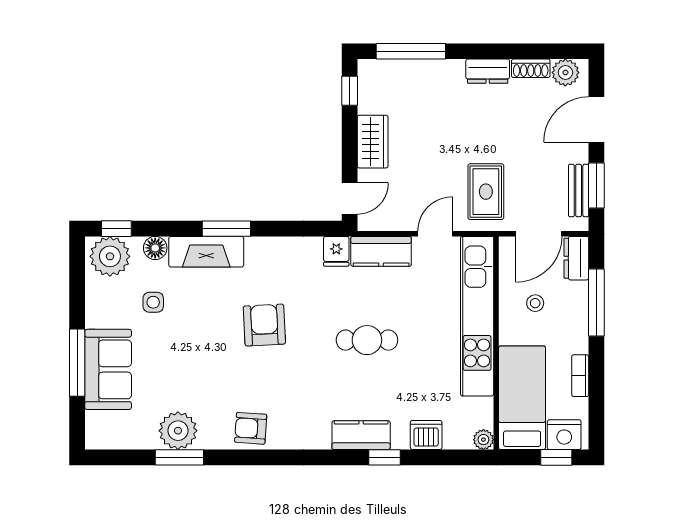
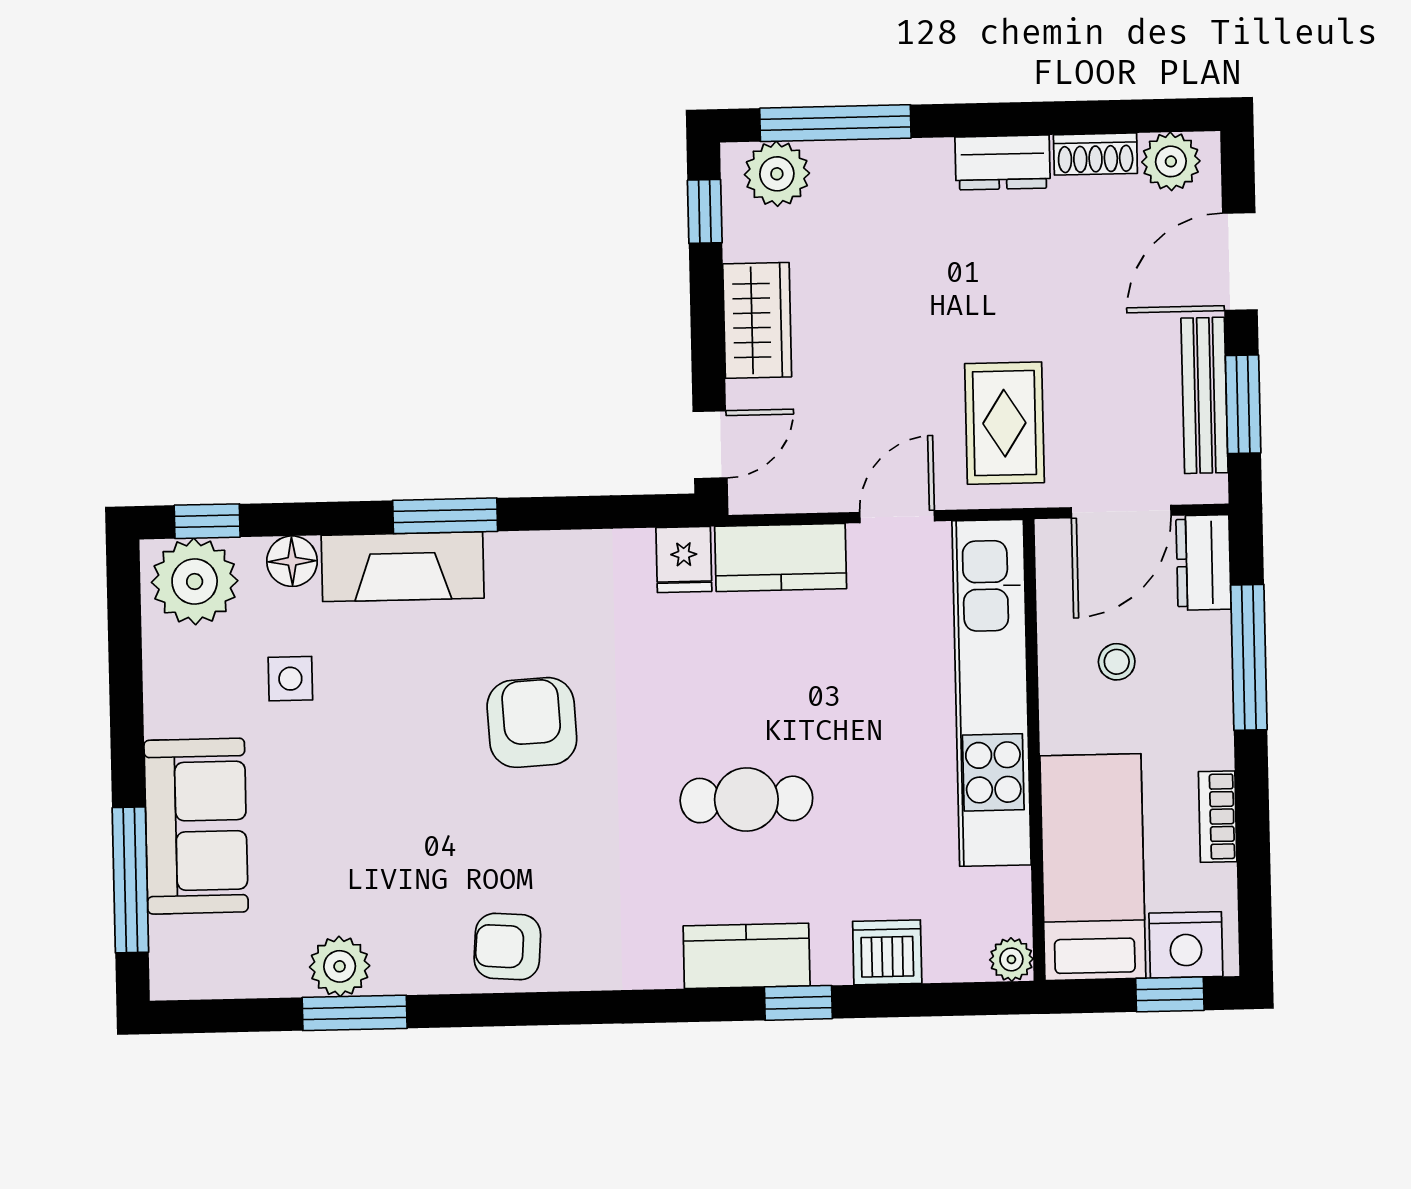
plant: (383, 74) -> (777, 174), added
bench: (579, 190) -> (1204, 395), width x1.36
cafe table: (367, 340) -> (746, 799), moved
window: (77, 363) -> (130, 880), moved
plant: (178, 431) -> (340, 966), width x0.73, depth x0.73

